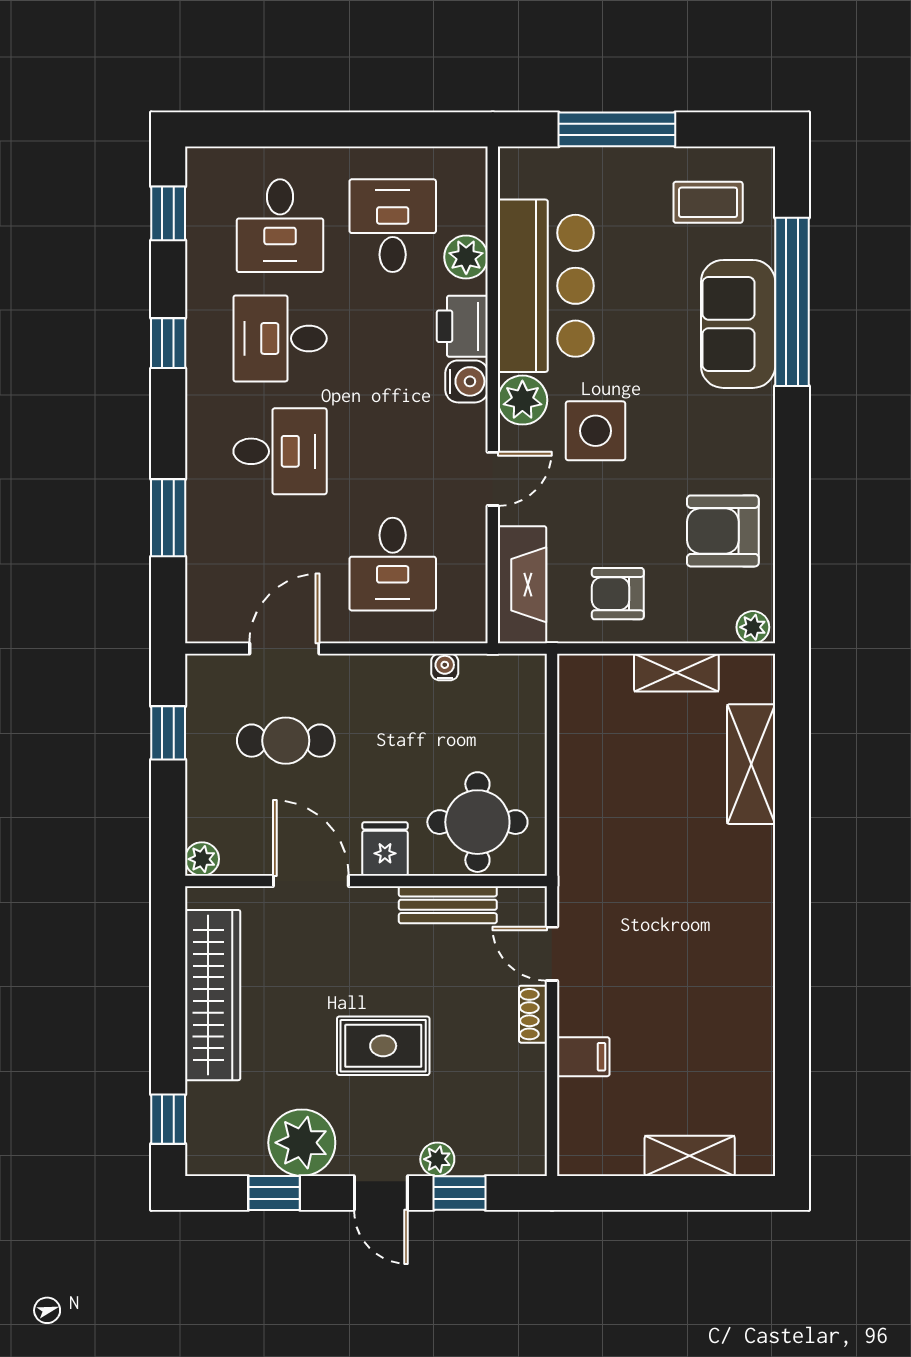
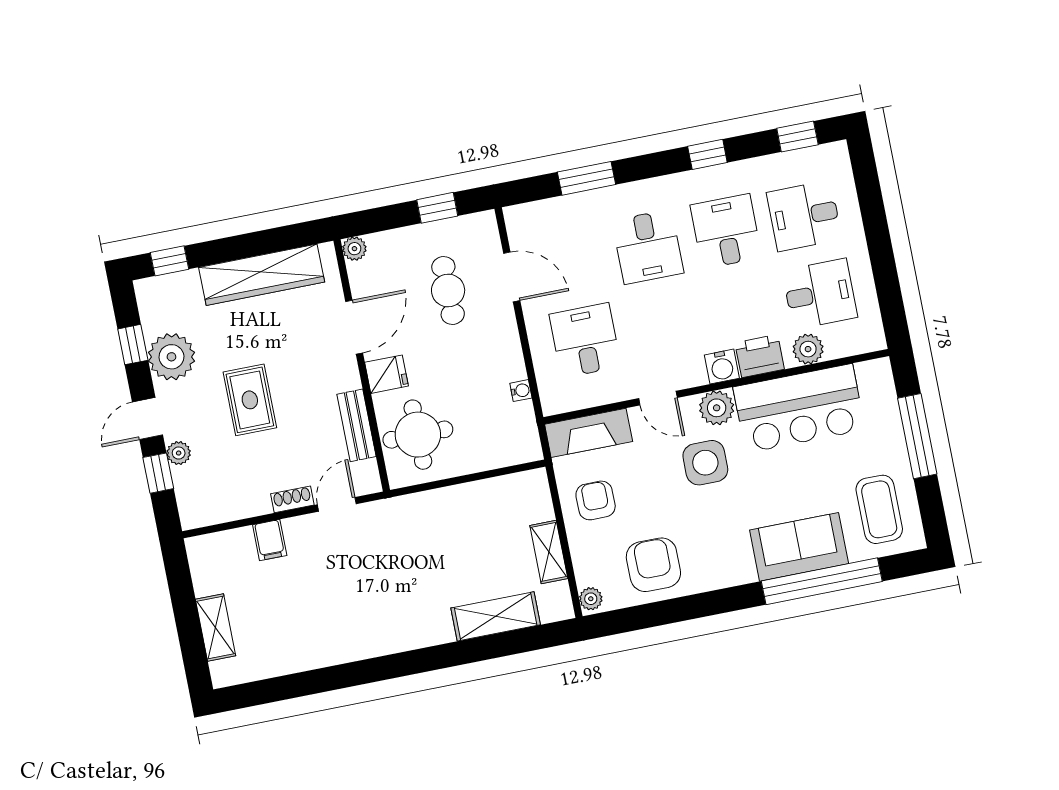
coffee table: (708, 202) -> (879, 509), width x1.36, depth x1.30
desk: (393, 564) -> (585, 340), turned 90

